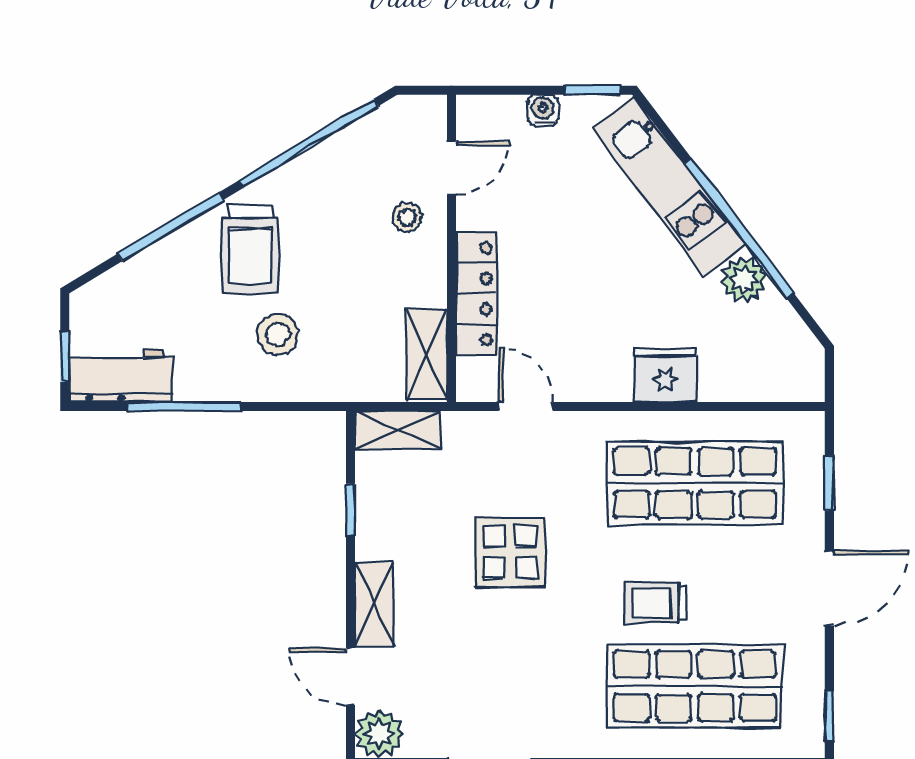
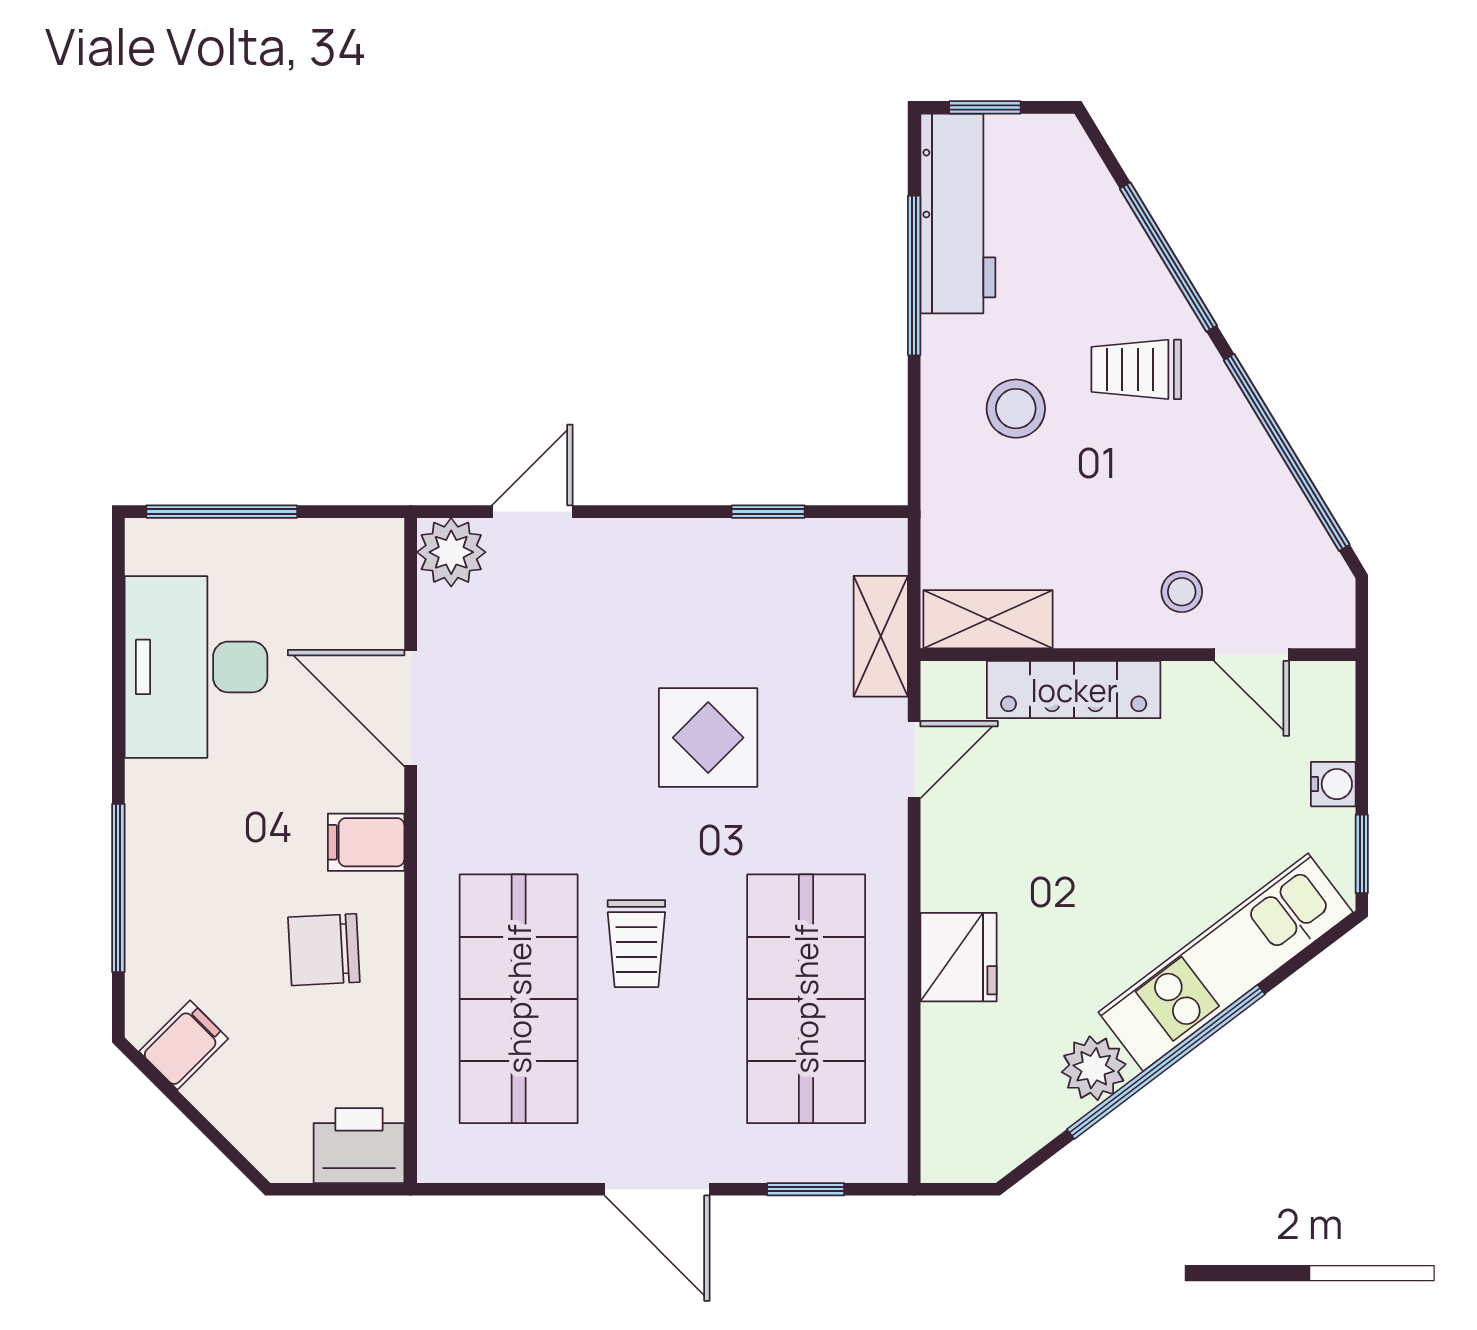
trolley: (250, 250) -> (1136, 369), width x0.73, depth x0.72
workbench: (121, 376) -> (958, 213), width x1.38
shelving: (397, 430) -> (881, 636), moved
trolley: (656, 603) -> (636, 944), turned 180
shelving: (374, 605) -> (634, 545), removed
window: (829, 717) -> (475, 1189), removed

